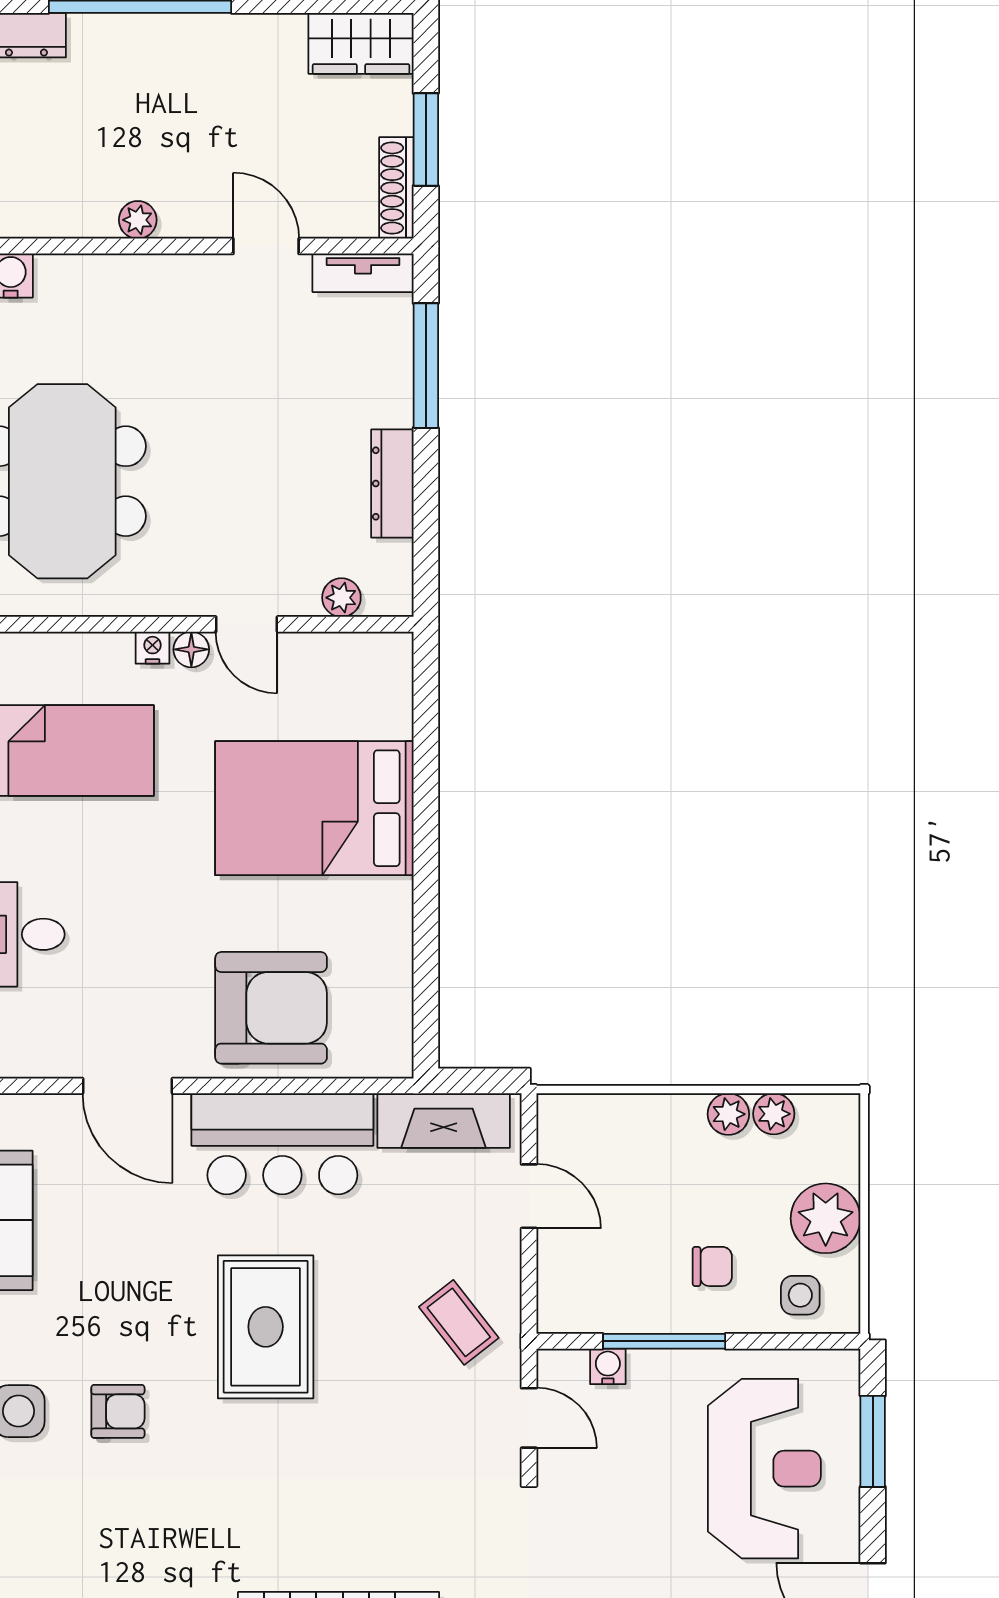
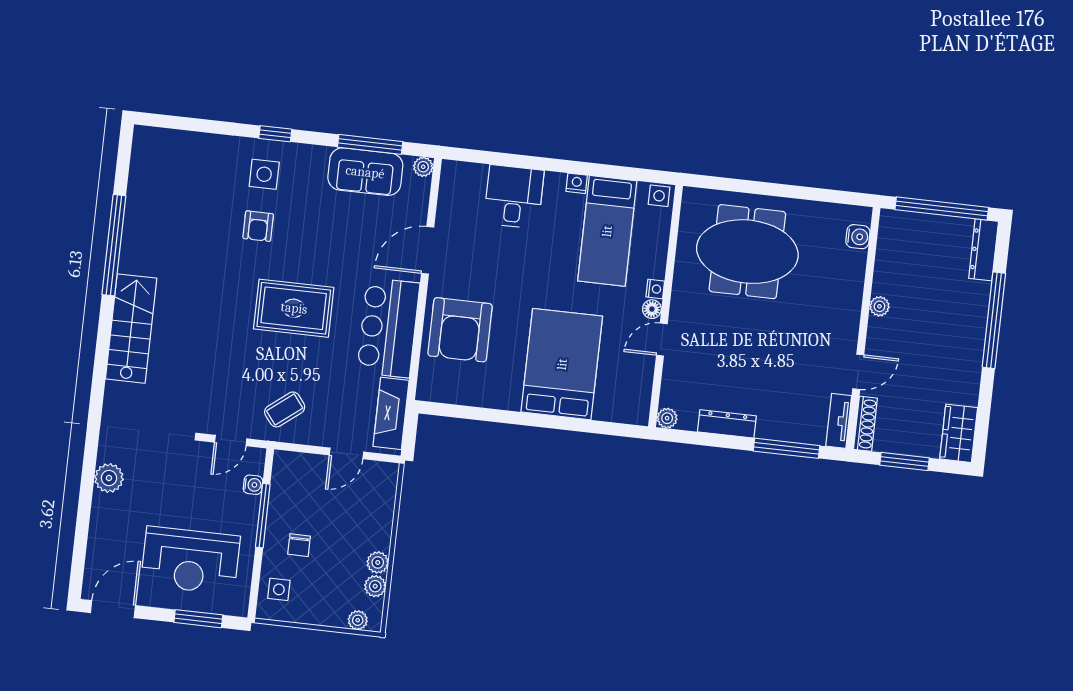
shoe rack: (396, 188) -> (865, 424), moved, turned 90
plant: (341, 598) -> (667, 418), moved
plant: (826, 1218) -> (358, 620), moved, width x0.53, depth x0.53

